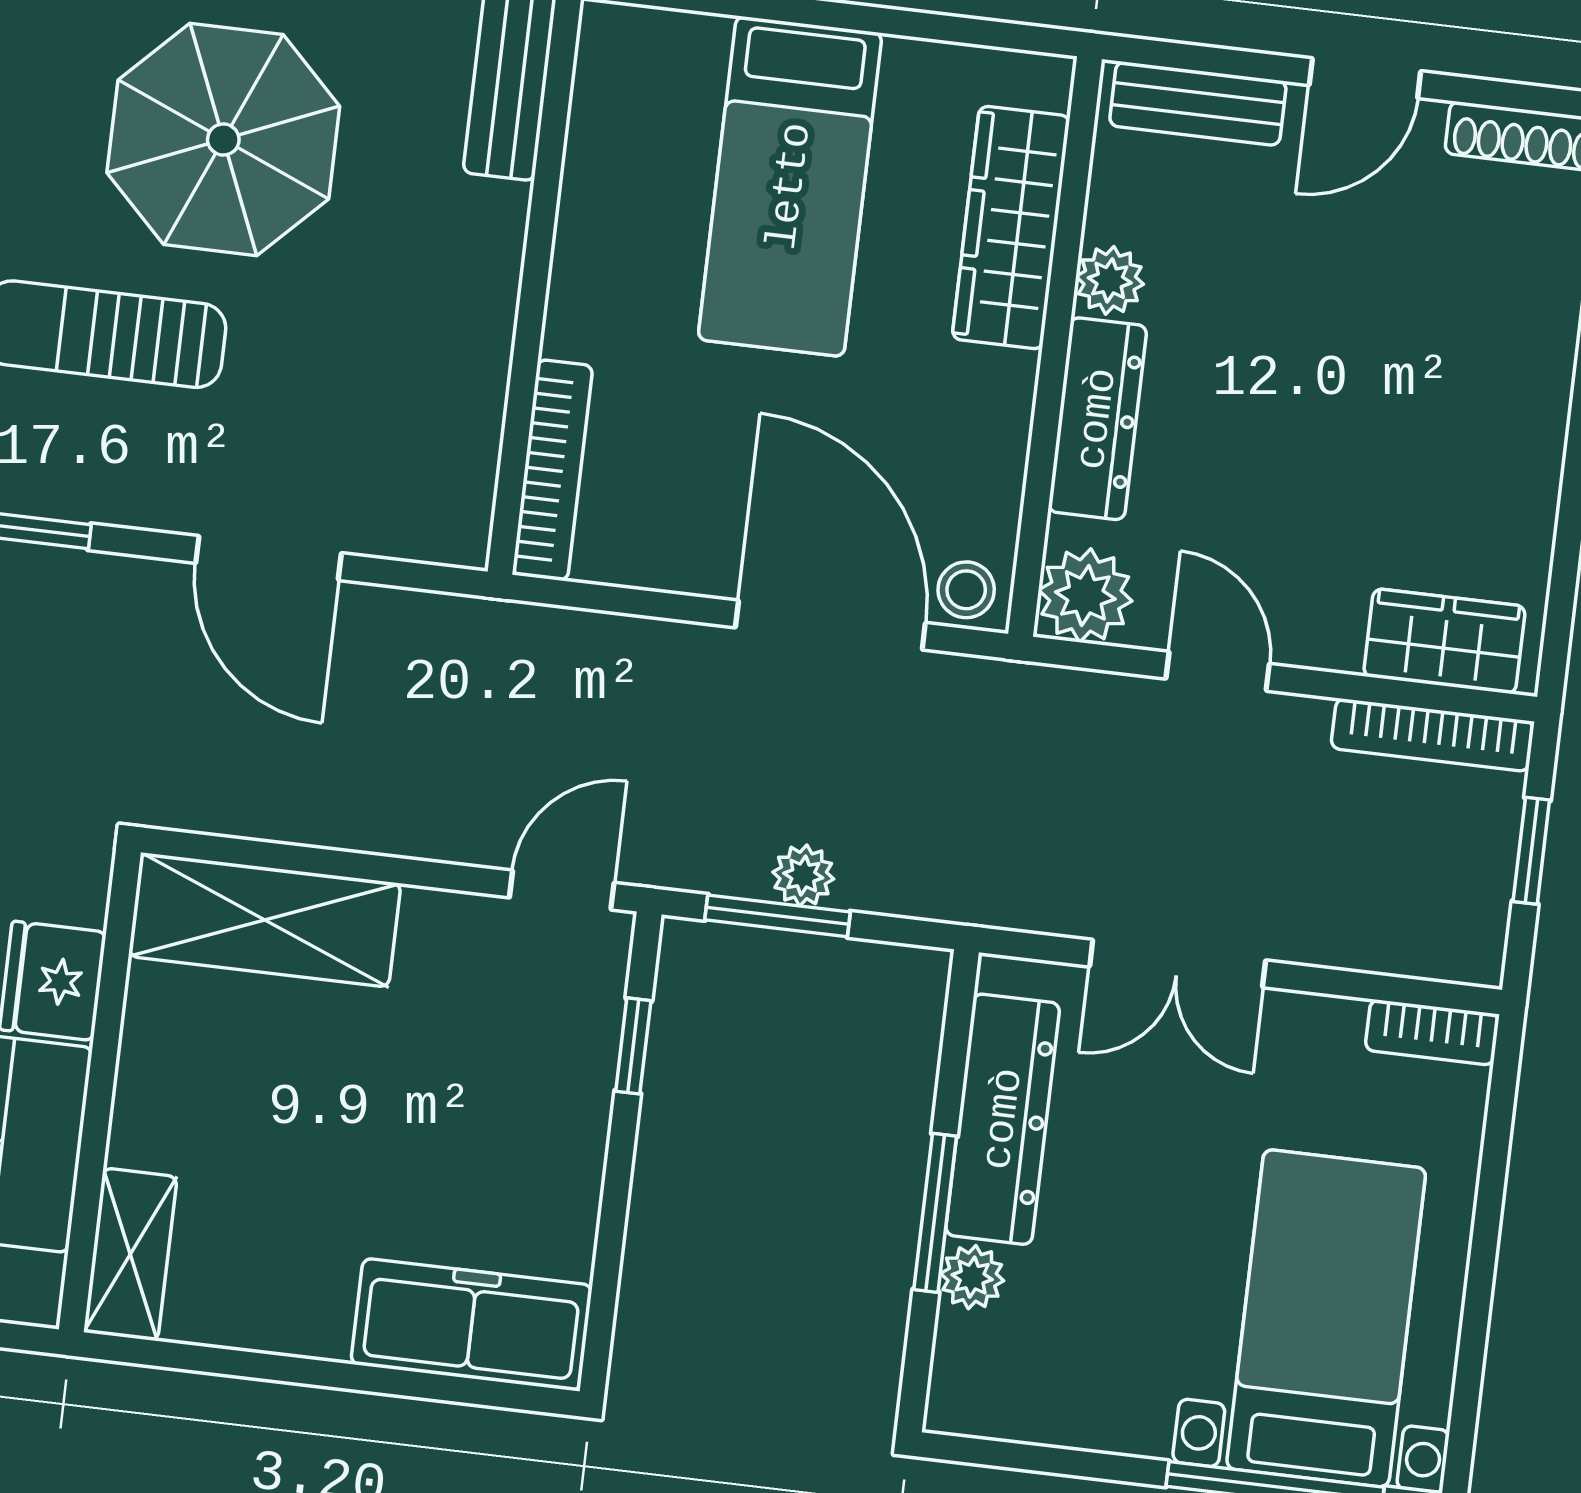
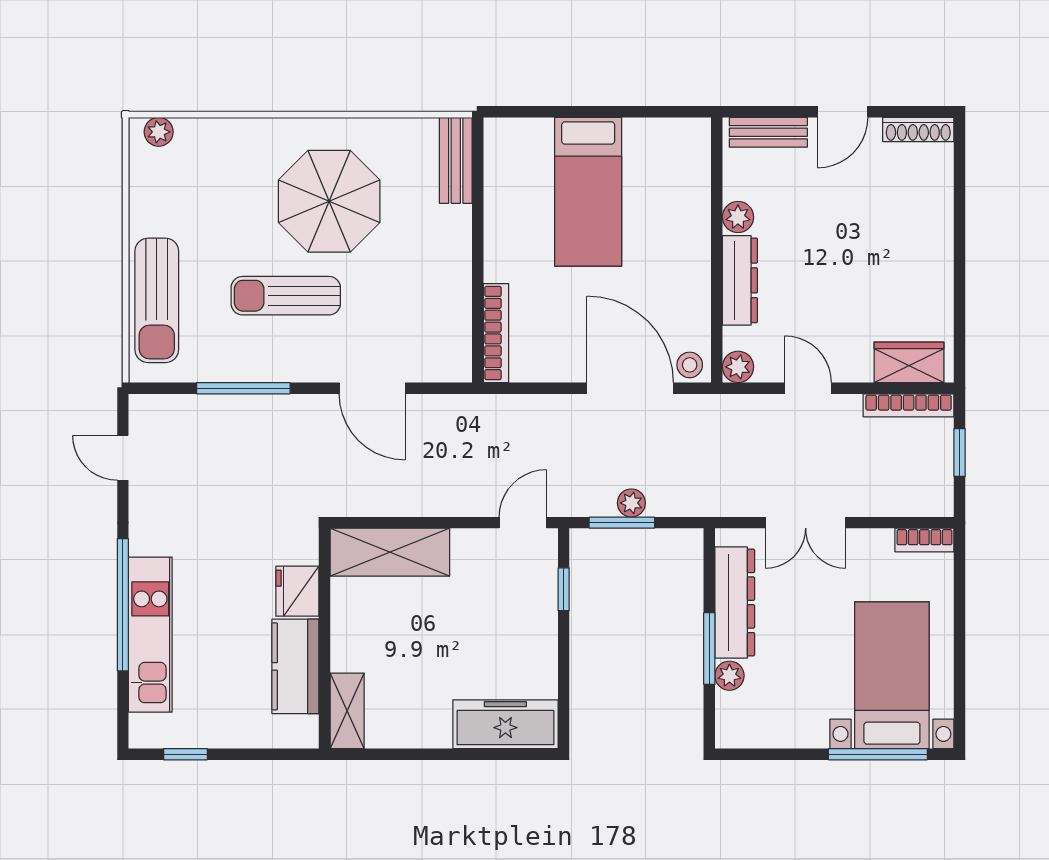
wardrobe: (1011, 228) -> (690, 199), removed
plant: (1085, 595) -> (738, 367), width x0.73, depth x0.73

